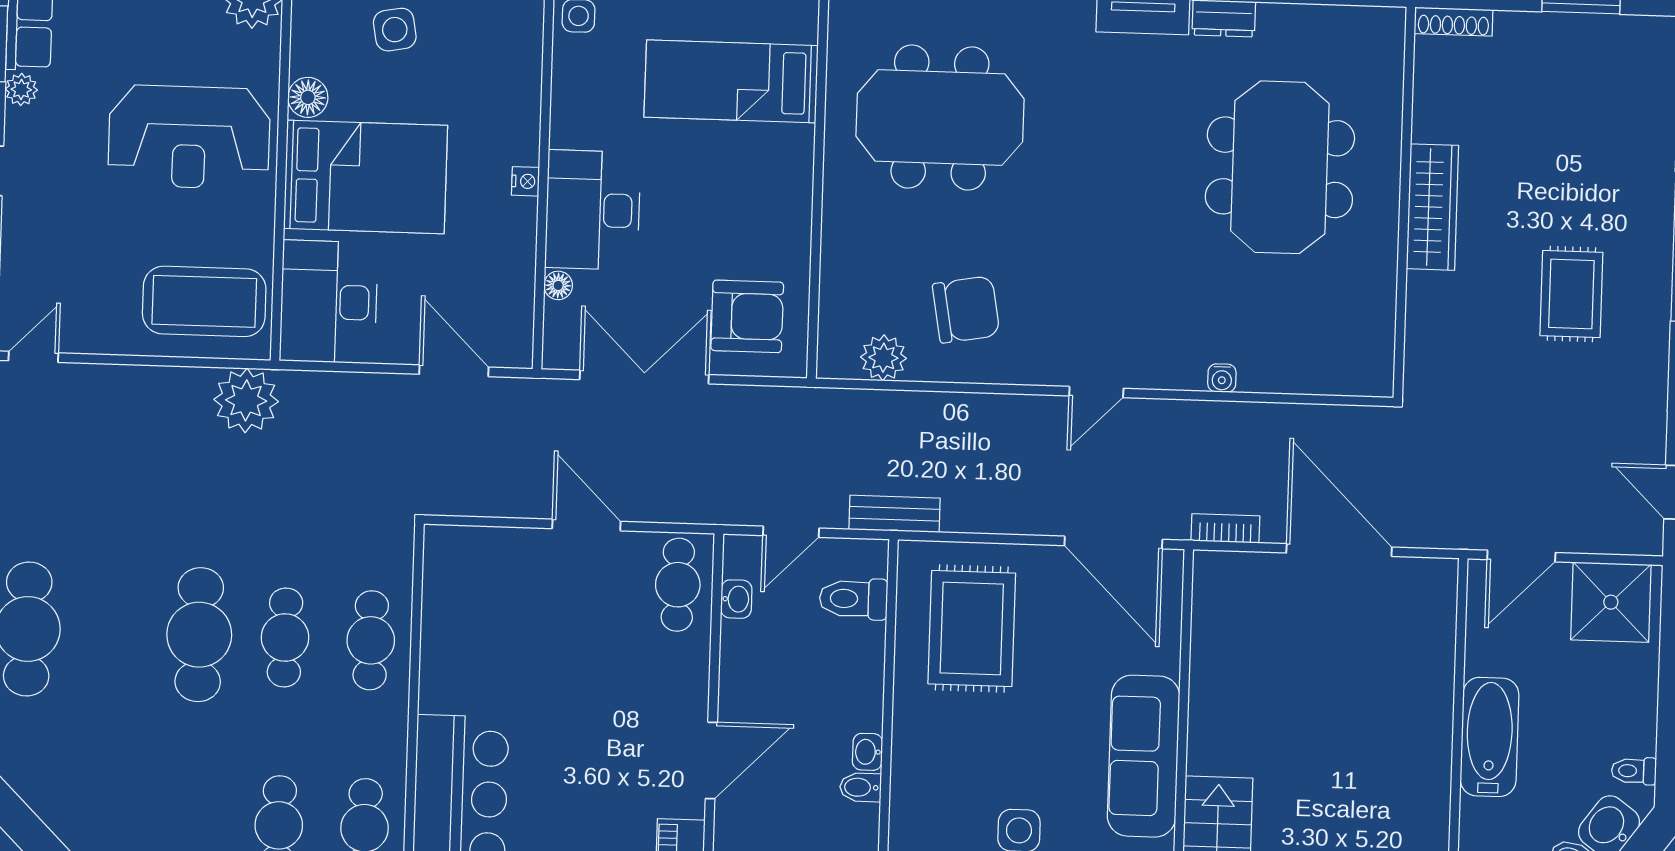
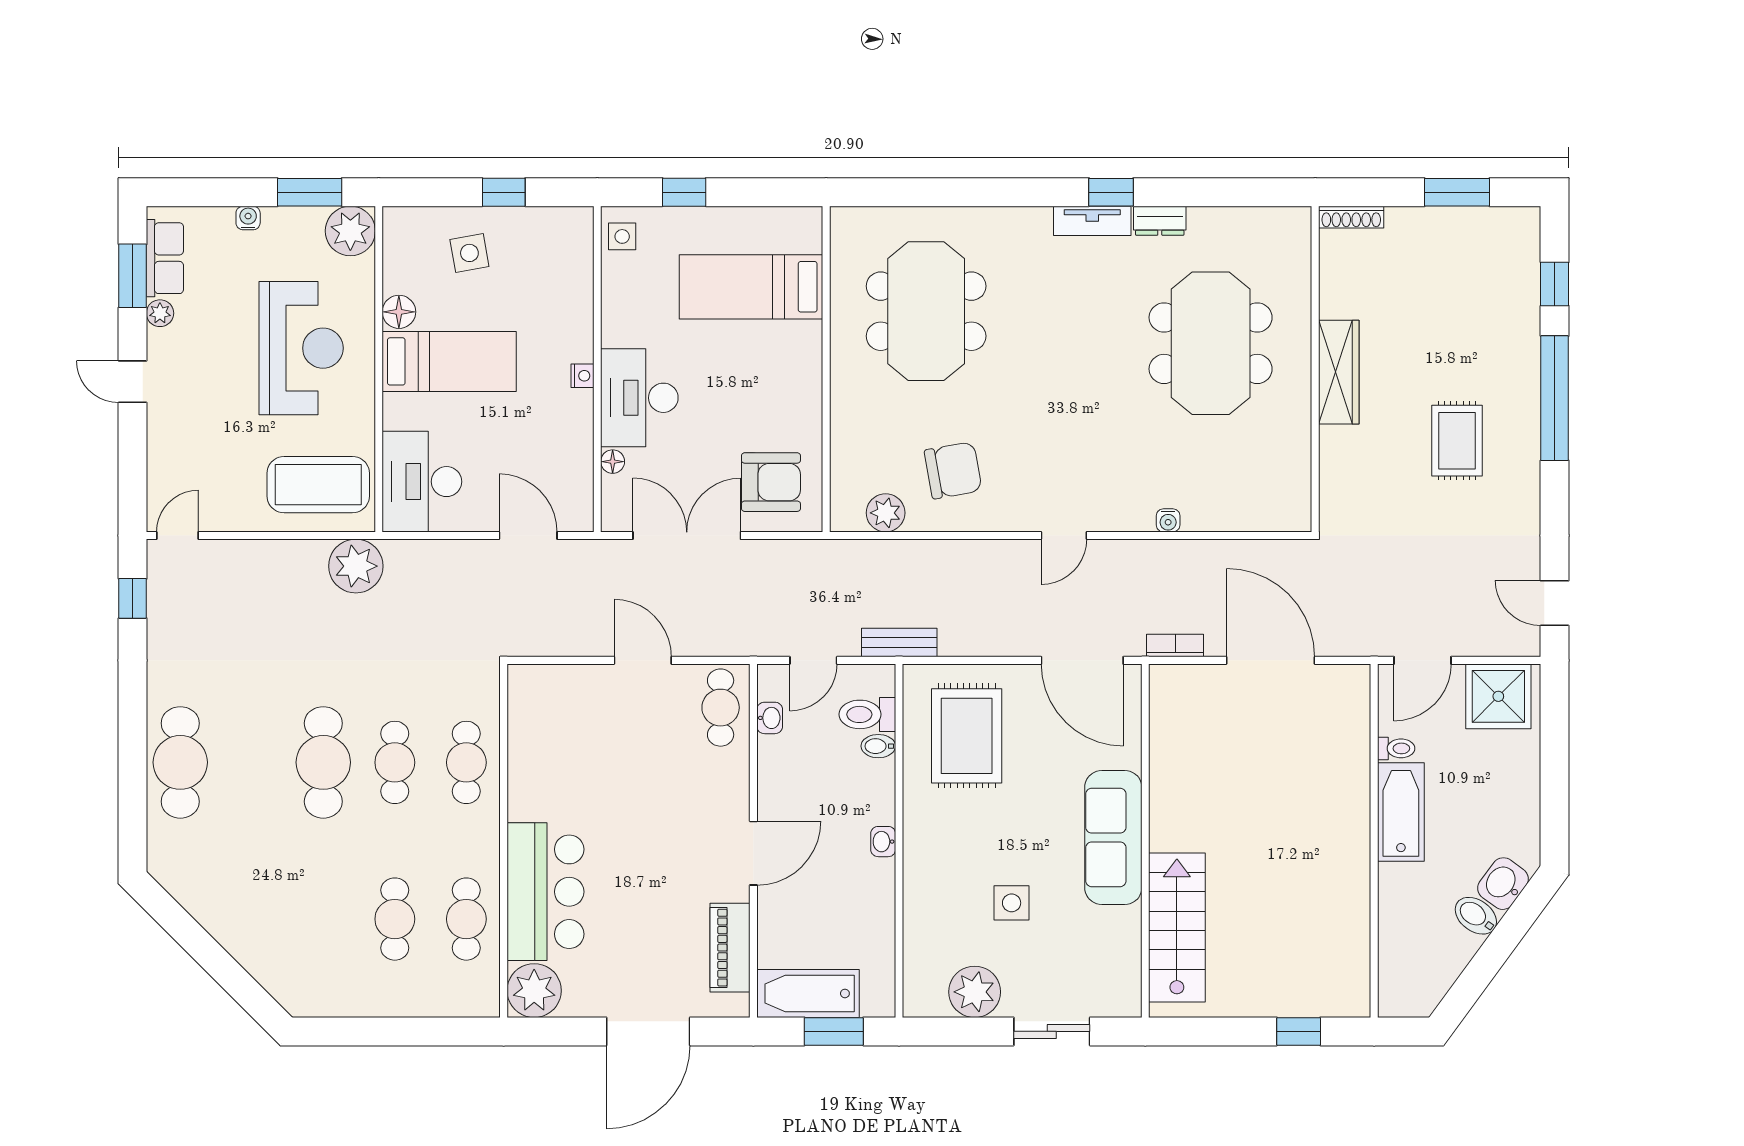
meeting table: (940, 118) -> (926, 311), turned 90
reception desk: (189, 137) -> (301, 348), turned -90
bed: (366, 177) -> (449, 361), width x0.67
toilet: (1634, 771) -> (1396, 748), moved, turned 180
bidet: (860, 787) -> (878, 746), moved

